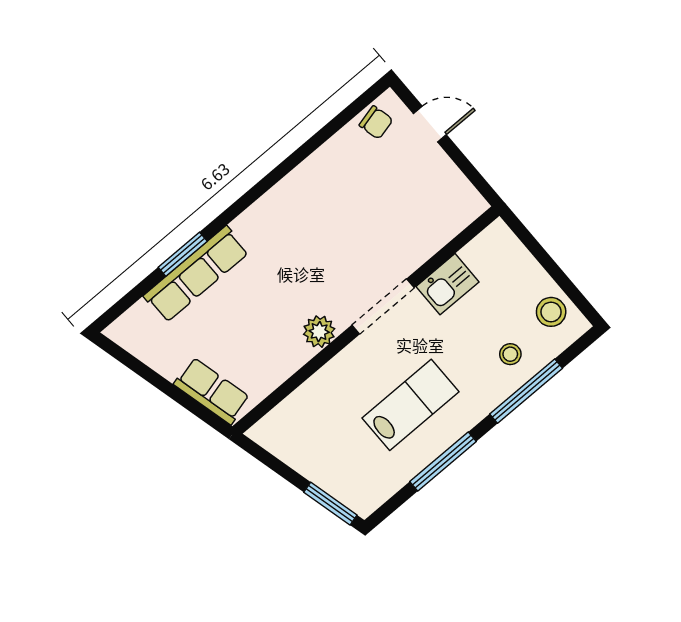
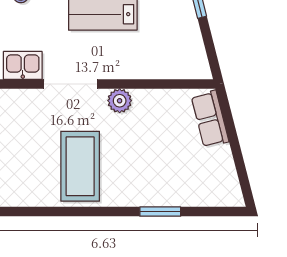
coffee table: (303, 231) -> (80, 166), added
row of seats: (196, 274) -> (162, 194), removed

